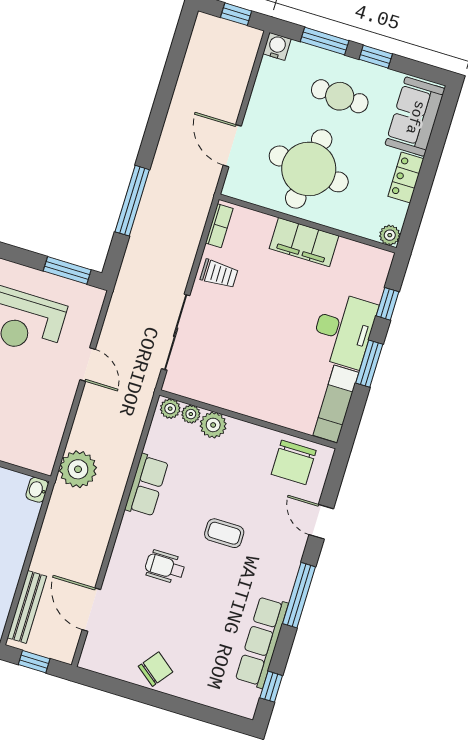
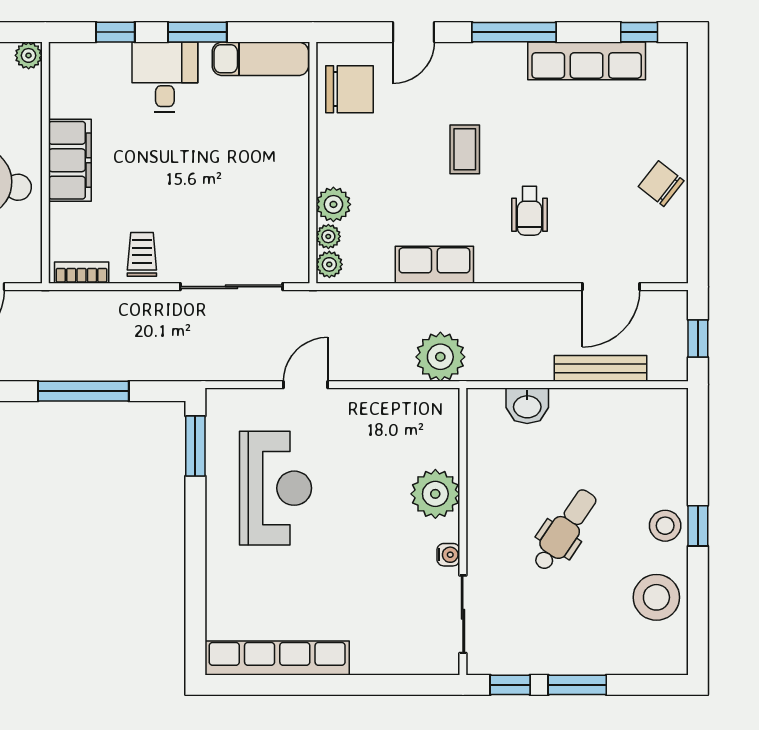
desk: (344, 330) -> (165, 77), width x0.73
washbasin: (37, 490) -> (527, 406), moved, width x1.38, depth x1.45
bench: (27, 607) -> (600, 368), moved

